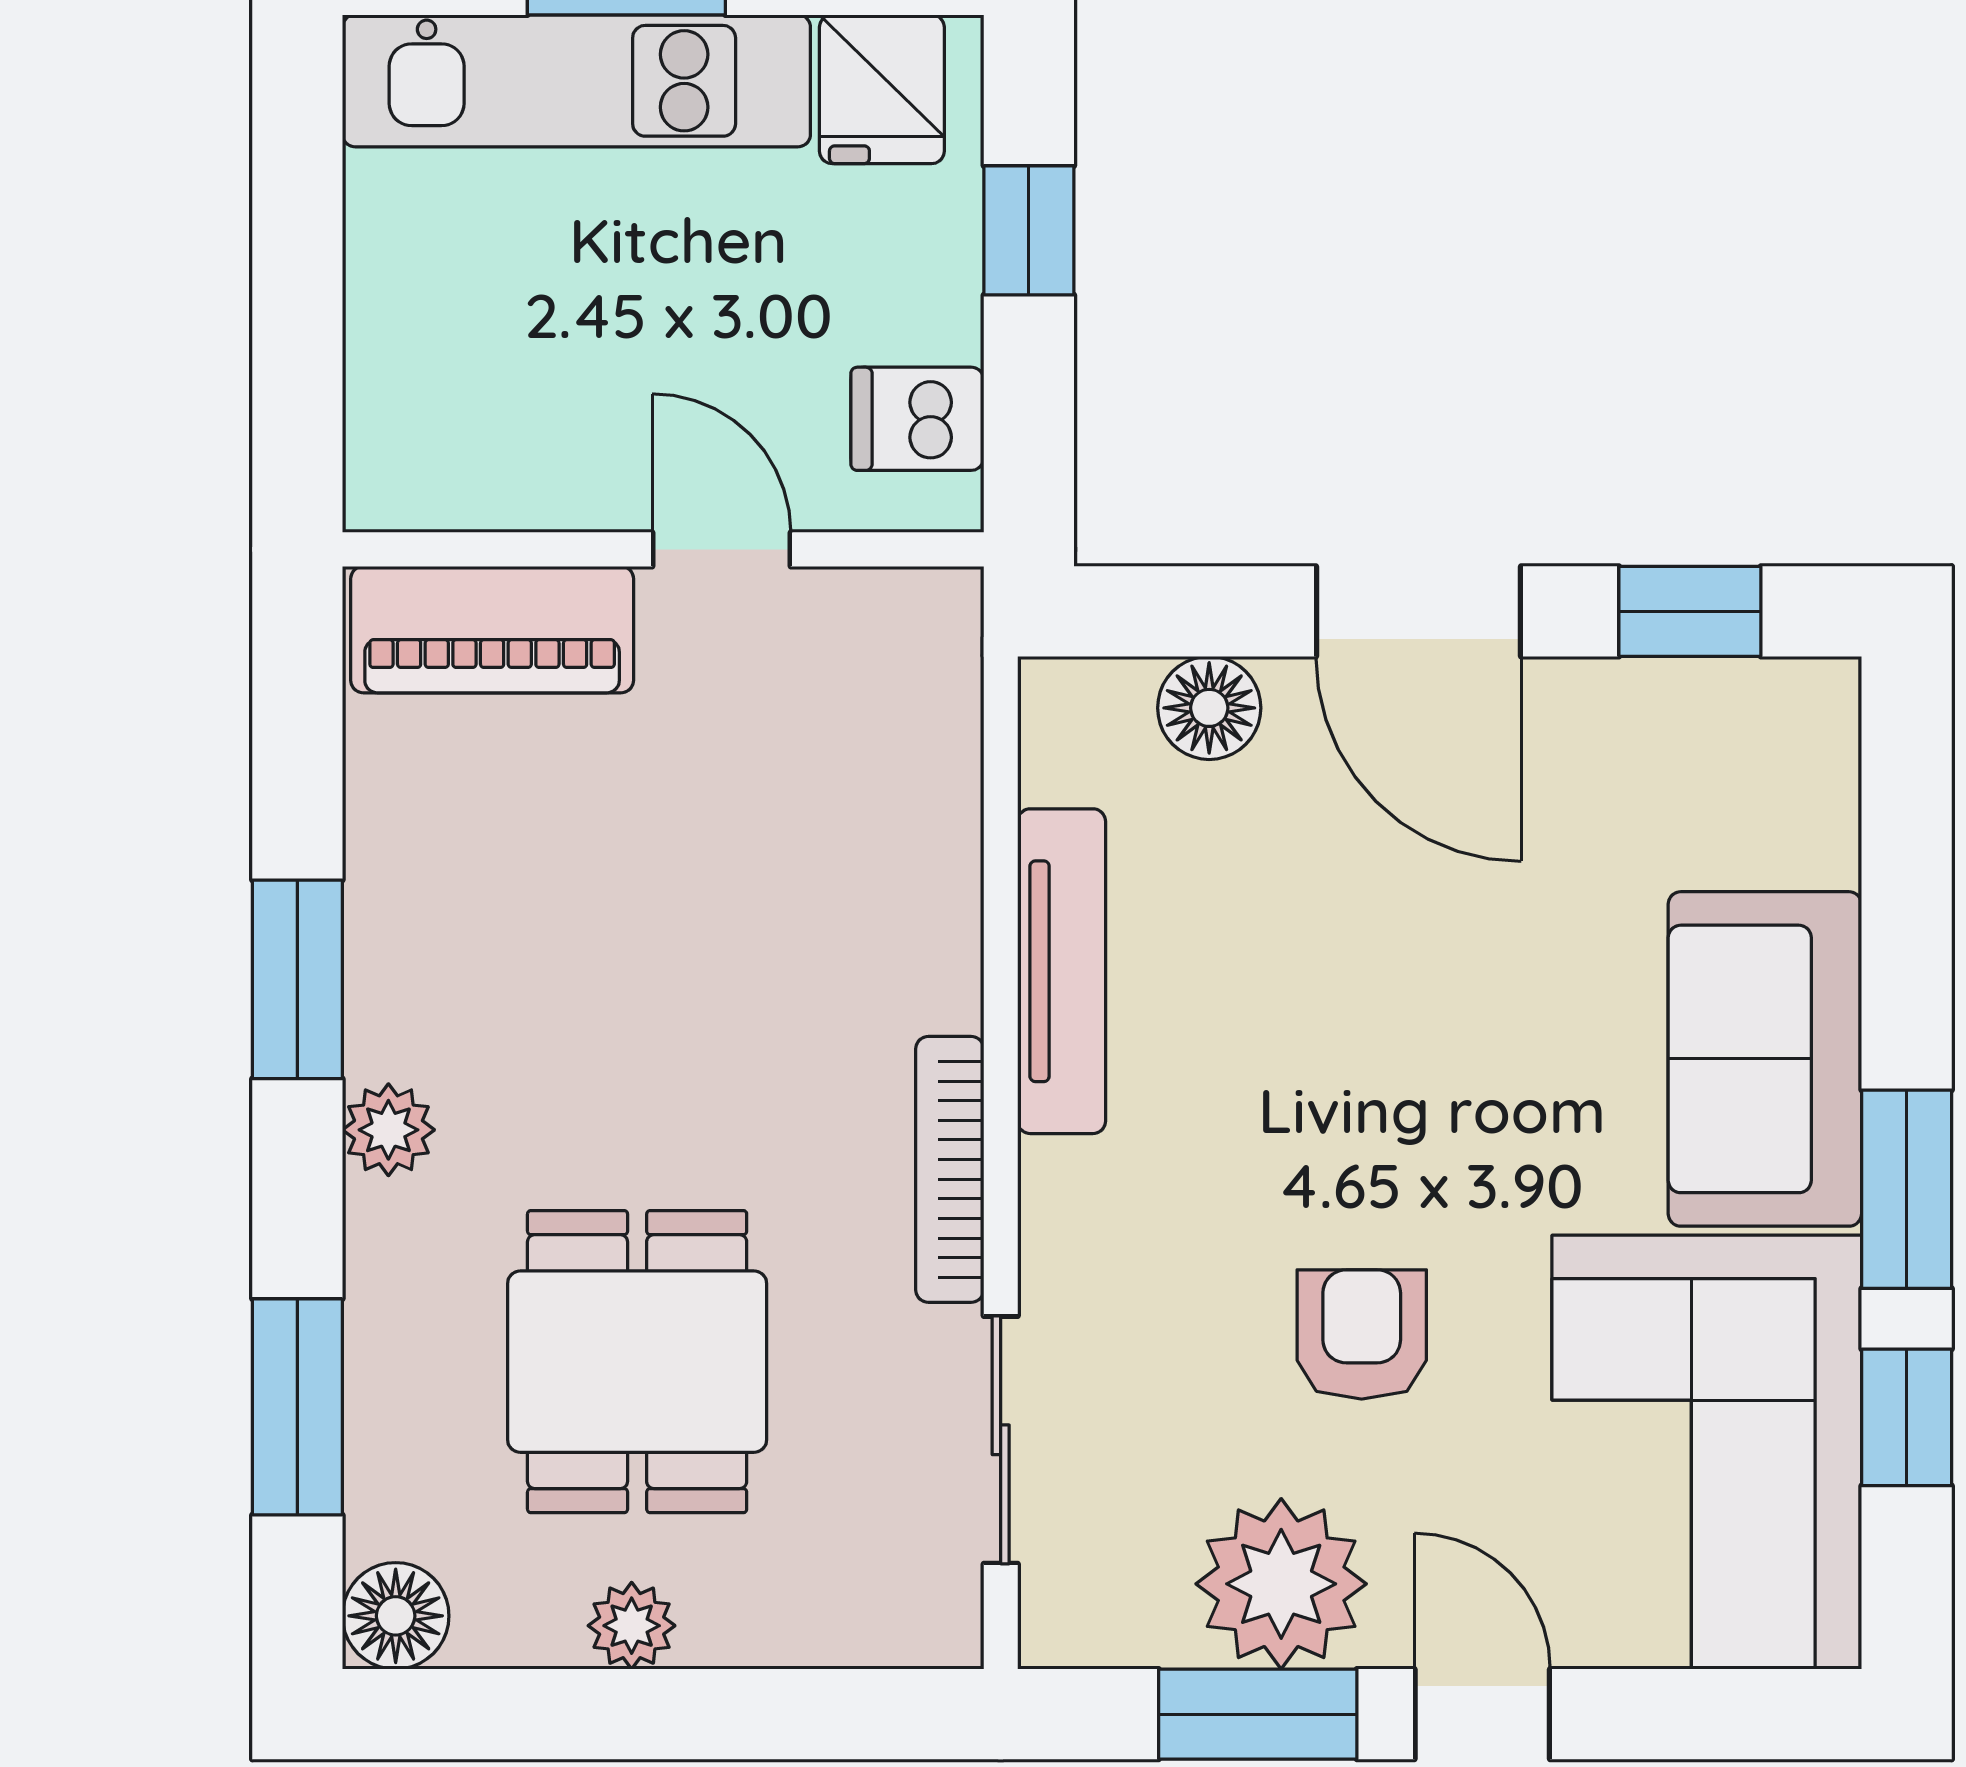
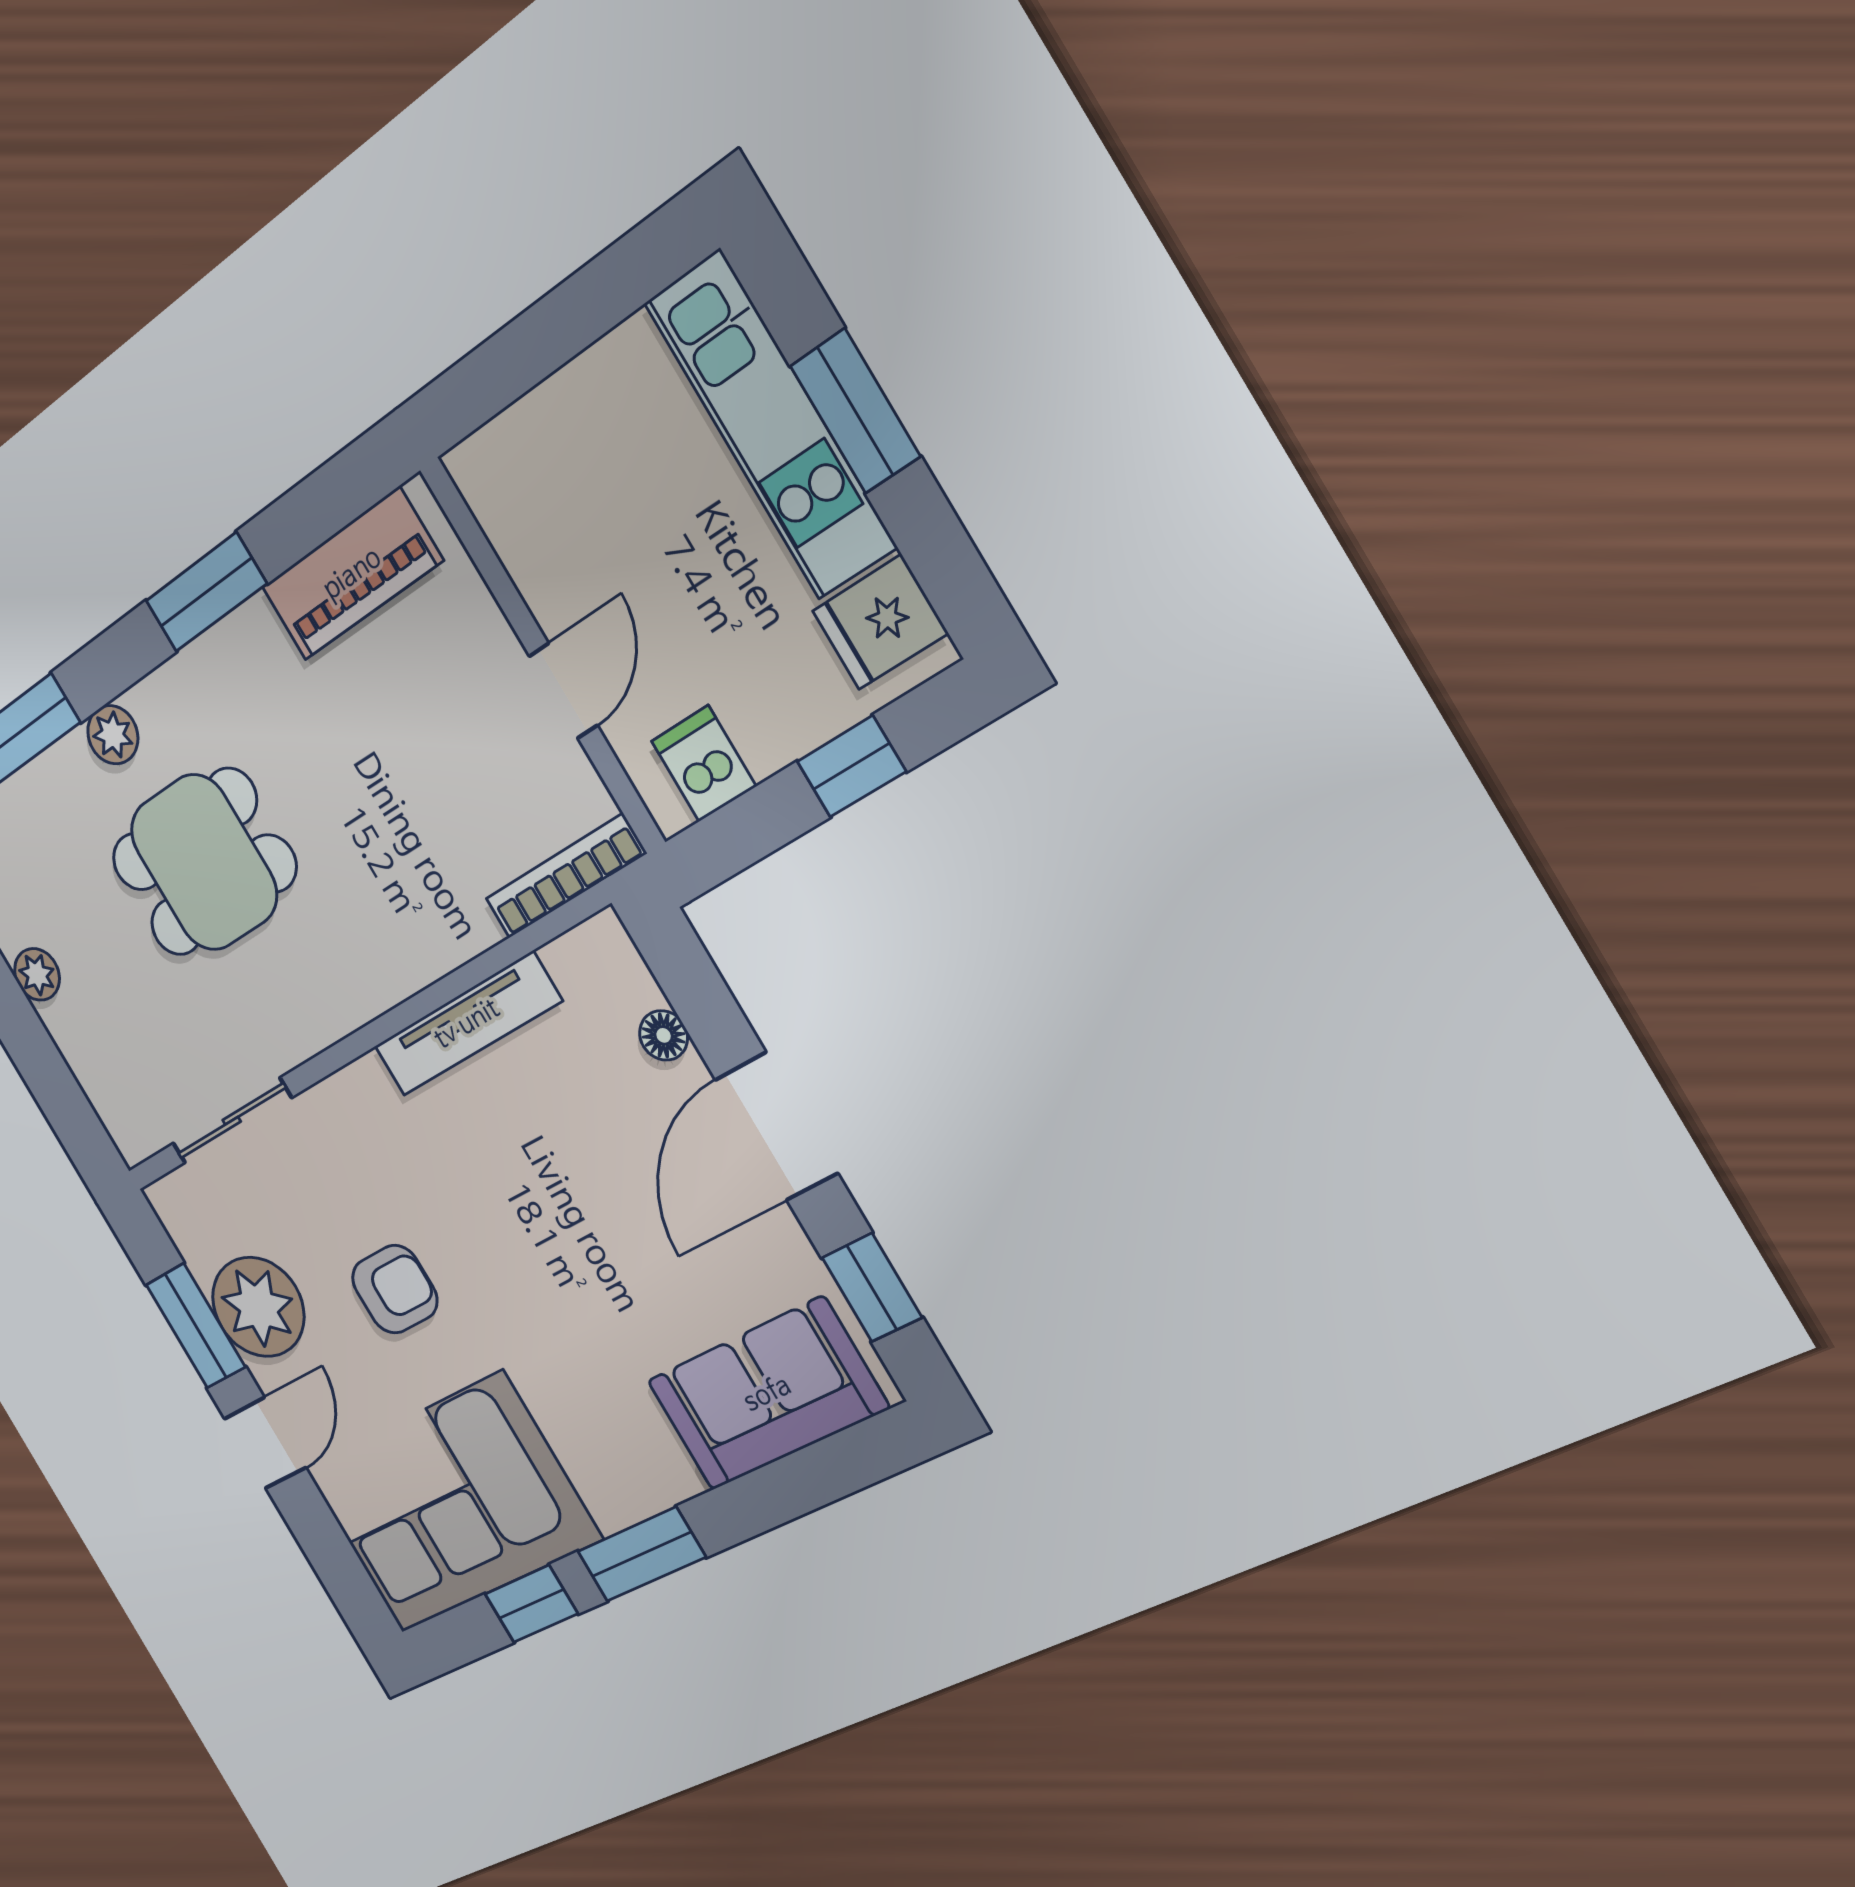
piano: (492, 630) -> (352, 574), moved, turned -90
floor lamp: (1209, 708) -> (664, 1035), width x0.73, depth x0.73
sofa: (1765, 1059) -> (767, 1394), moved
plant: (388, 1130) -> (113, 735), moved
bookcase: (950, 1169) -> (565, 876), moved
dining table: (637, 1362) -> (204, 863), moved

